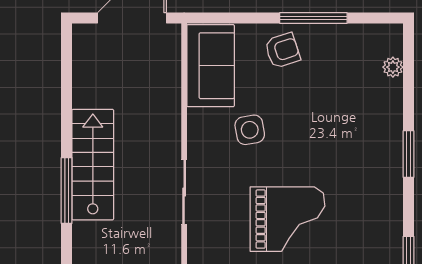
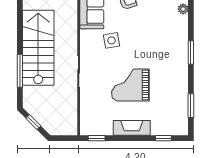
stairs: (93, 165) -> (38, 48), width x1.36, depth x1.51
grand piano: (288, 219) -> (130, 85), turned 180

